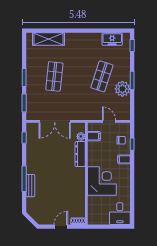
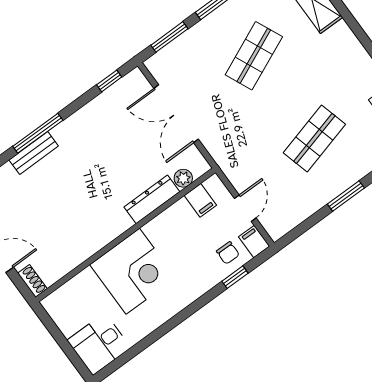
shop shelf: (54, 76) -> (254, 56), turned -30
shop shelf: (102, 76) -> (314, 138), turned -33
plant: (122, 89) -> (319, 190), removed
filing cabinet: (124, 159) -> (254, 241), moved

